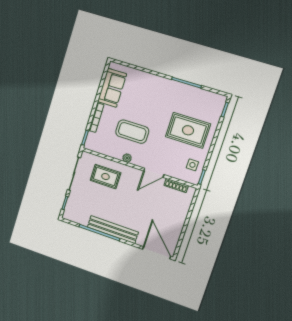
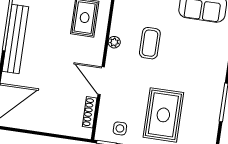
coffee table: (132, 132) -> (150, 43), width x0.73, depth x0.76

